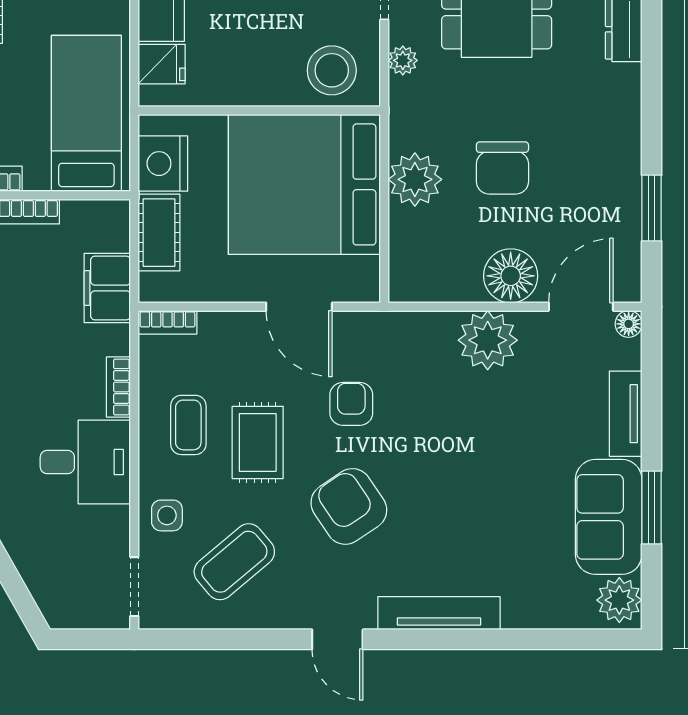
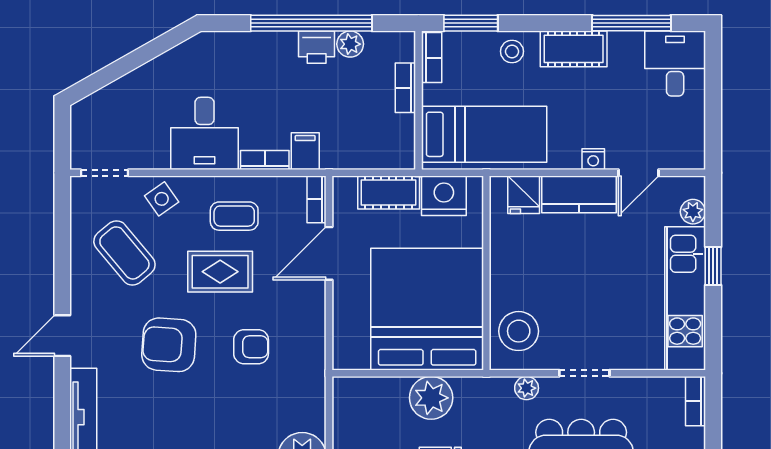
filing cabinet: (107, 288) -> (305, 151), moved, width x0.50
door: (299, 307) -> (329, 253), moved
armchair: (349, 506) -> (169, 345), turned -142
side table: (167, 515) -> (162, 199), turned -35

